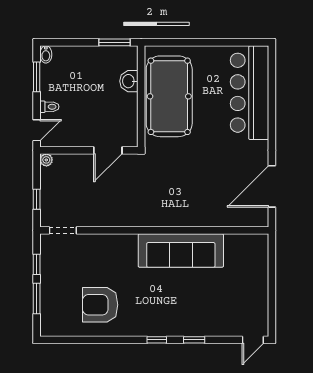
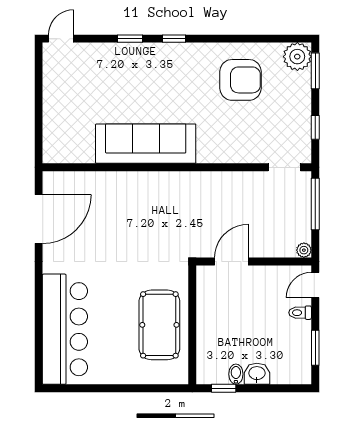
window: (115, 42) -> (224, 388), width x0.67
bidet: (46, 54) -> (236, 374), moved
washbasin: (129, 81) -> (257, 374), moved, turned -90
pool table: (169, 96) -> (159, 325), width x0.73, depth x0.76
window: (37, 199) -> (315, 204), width x2.17
window: (37, 299) -> (315, 71), moved
plant: (52, 325) -> (297, 57), added

